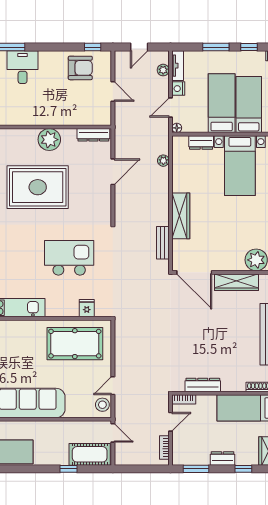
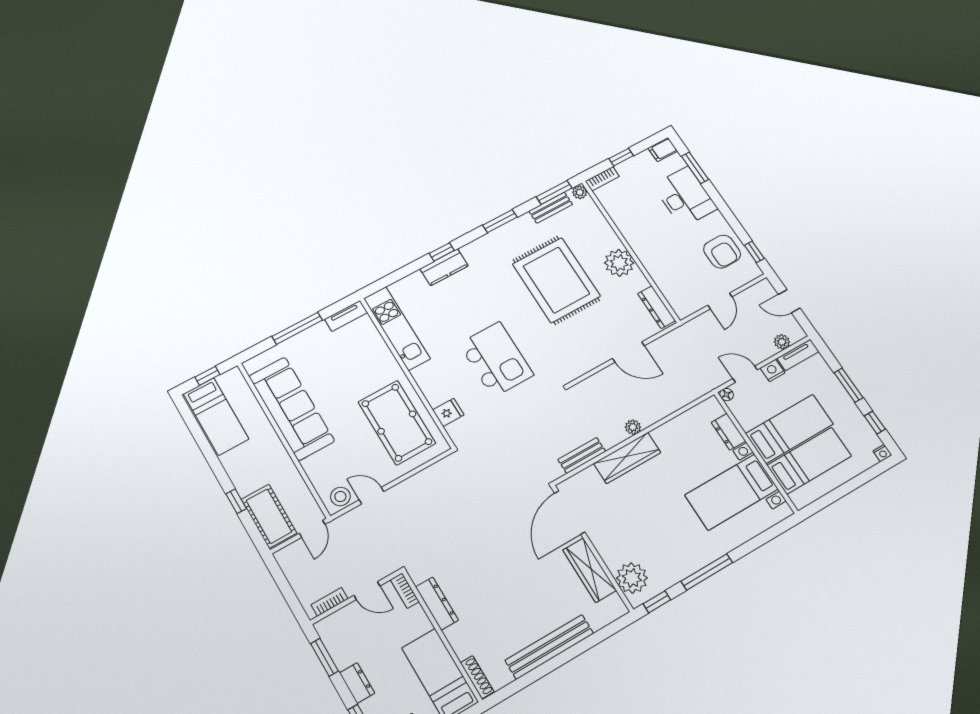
desk: (23, 67) -> (685, 197), width x1.37
plant: (163, 161) -> (633, 427), moved

